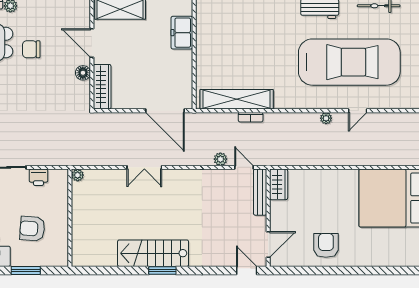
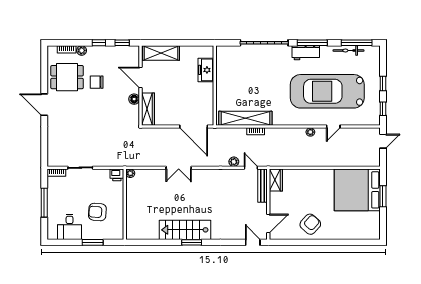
car: (349, 62) -> (327, 91), turned 180
printer: (38, 177) -> (117, 175), moved
armchair: (326, 245) -> (310, 224), turned 42

